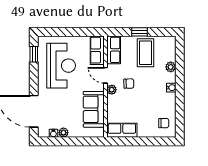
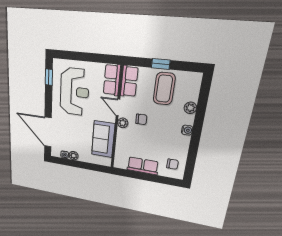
row of seats: (122, 130) -> (143, 166), moved

